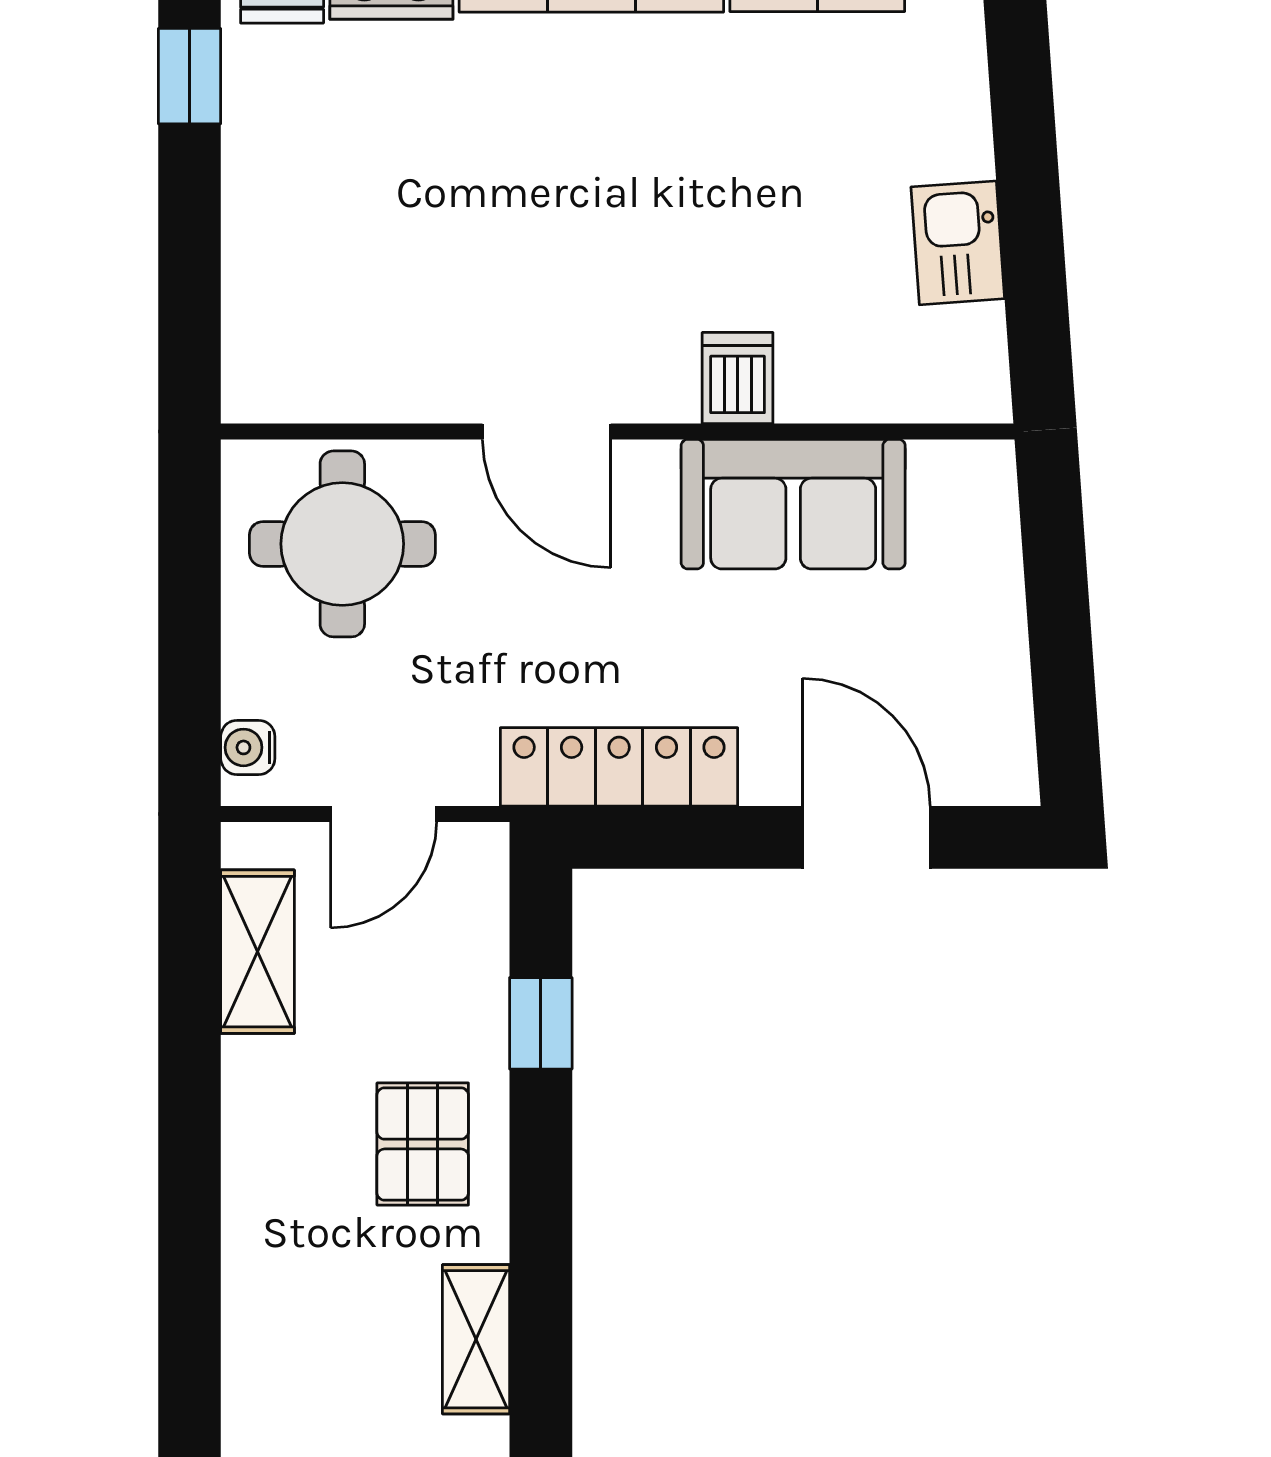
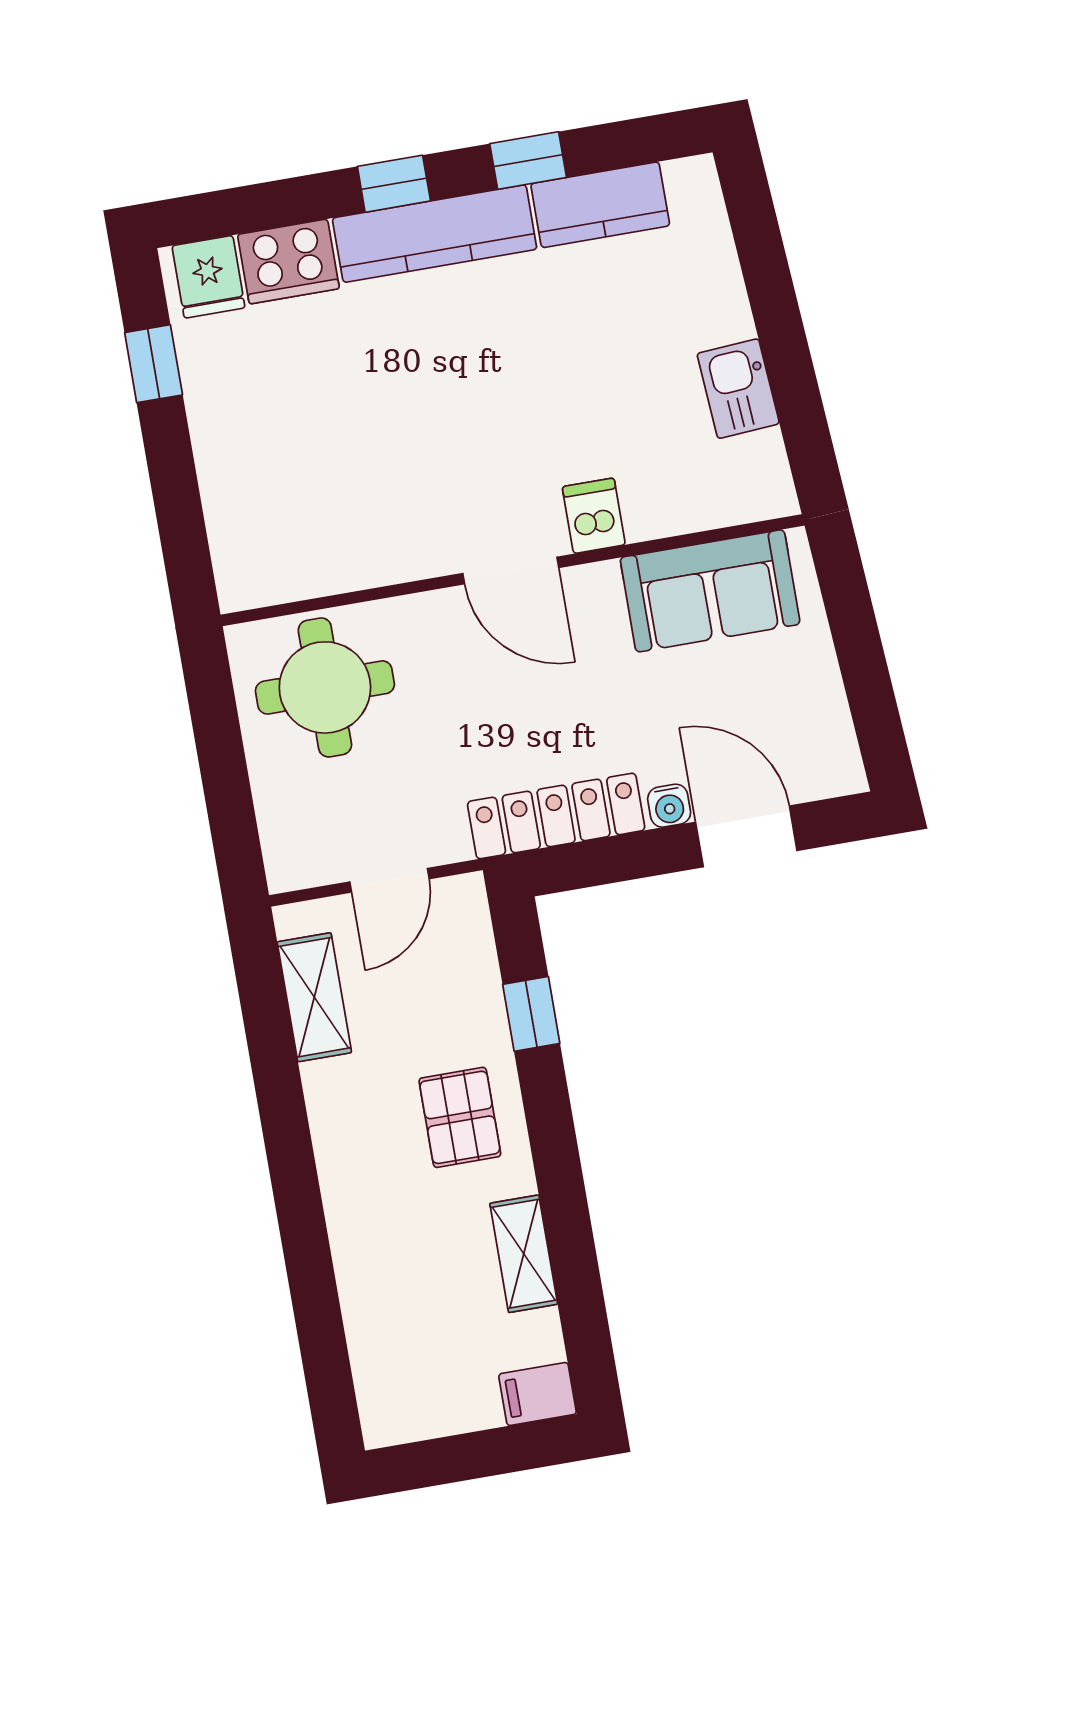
door: (547, 431) -> (511, 570), moved
sofa: (793, 504) -> (710, 591), moved
water cooler: (248, 747) -> (669, 806), moved, turned -90

